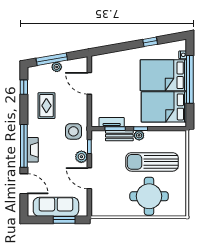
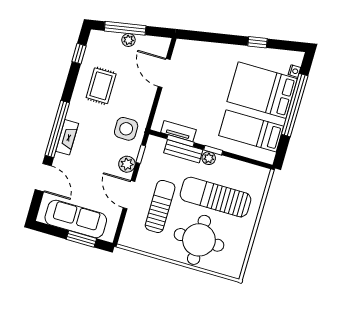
bed: (164, 107) -> (251, 131), width x0.67
sun lounger: (114, 180) -> (160, 206), added

